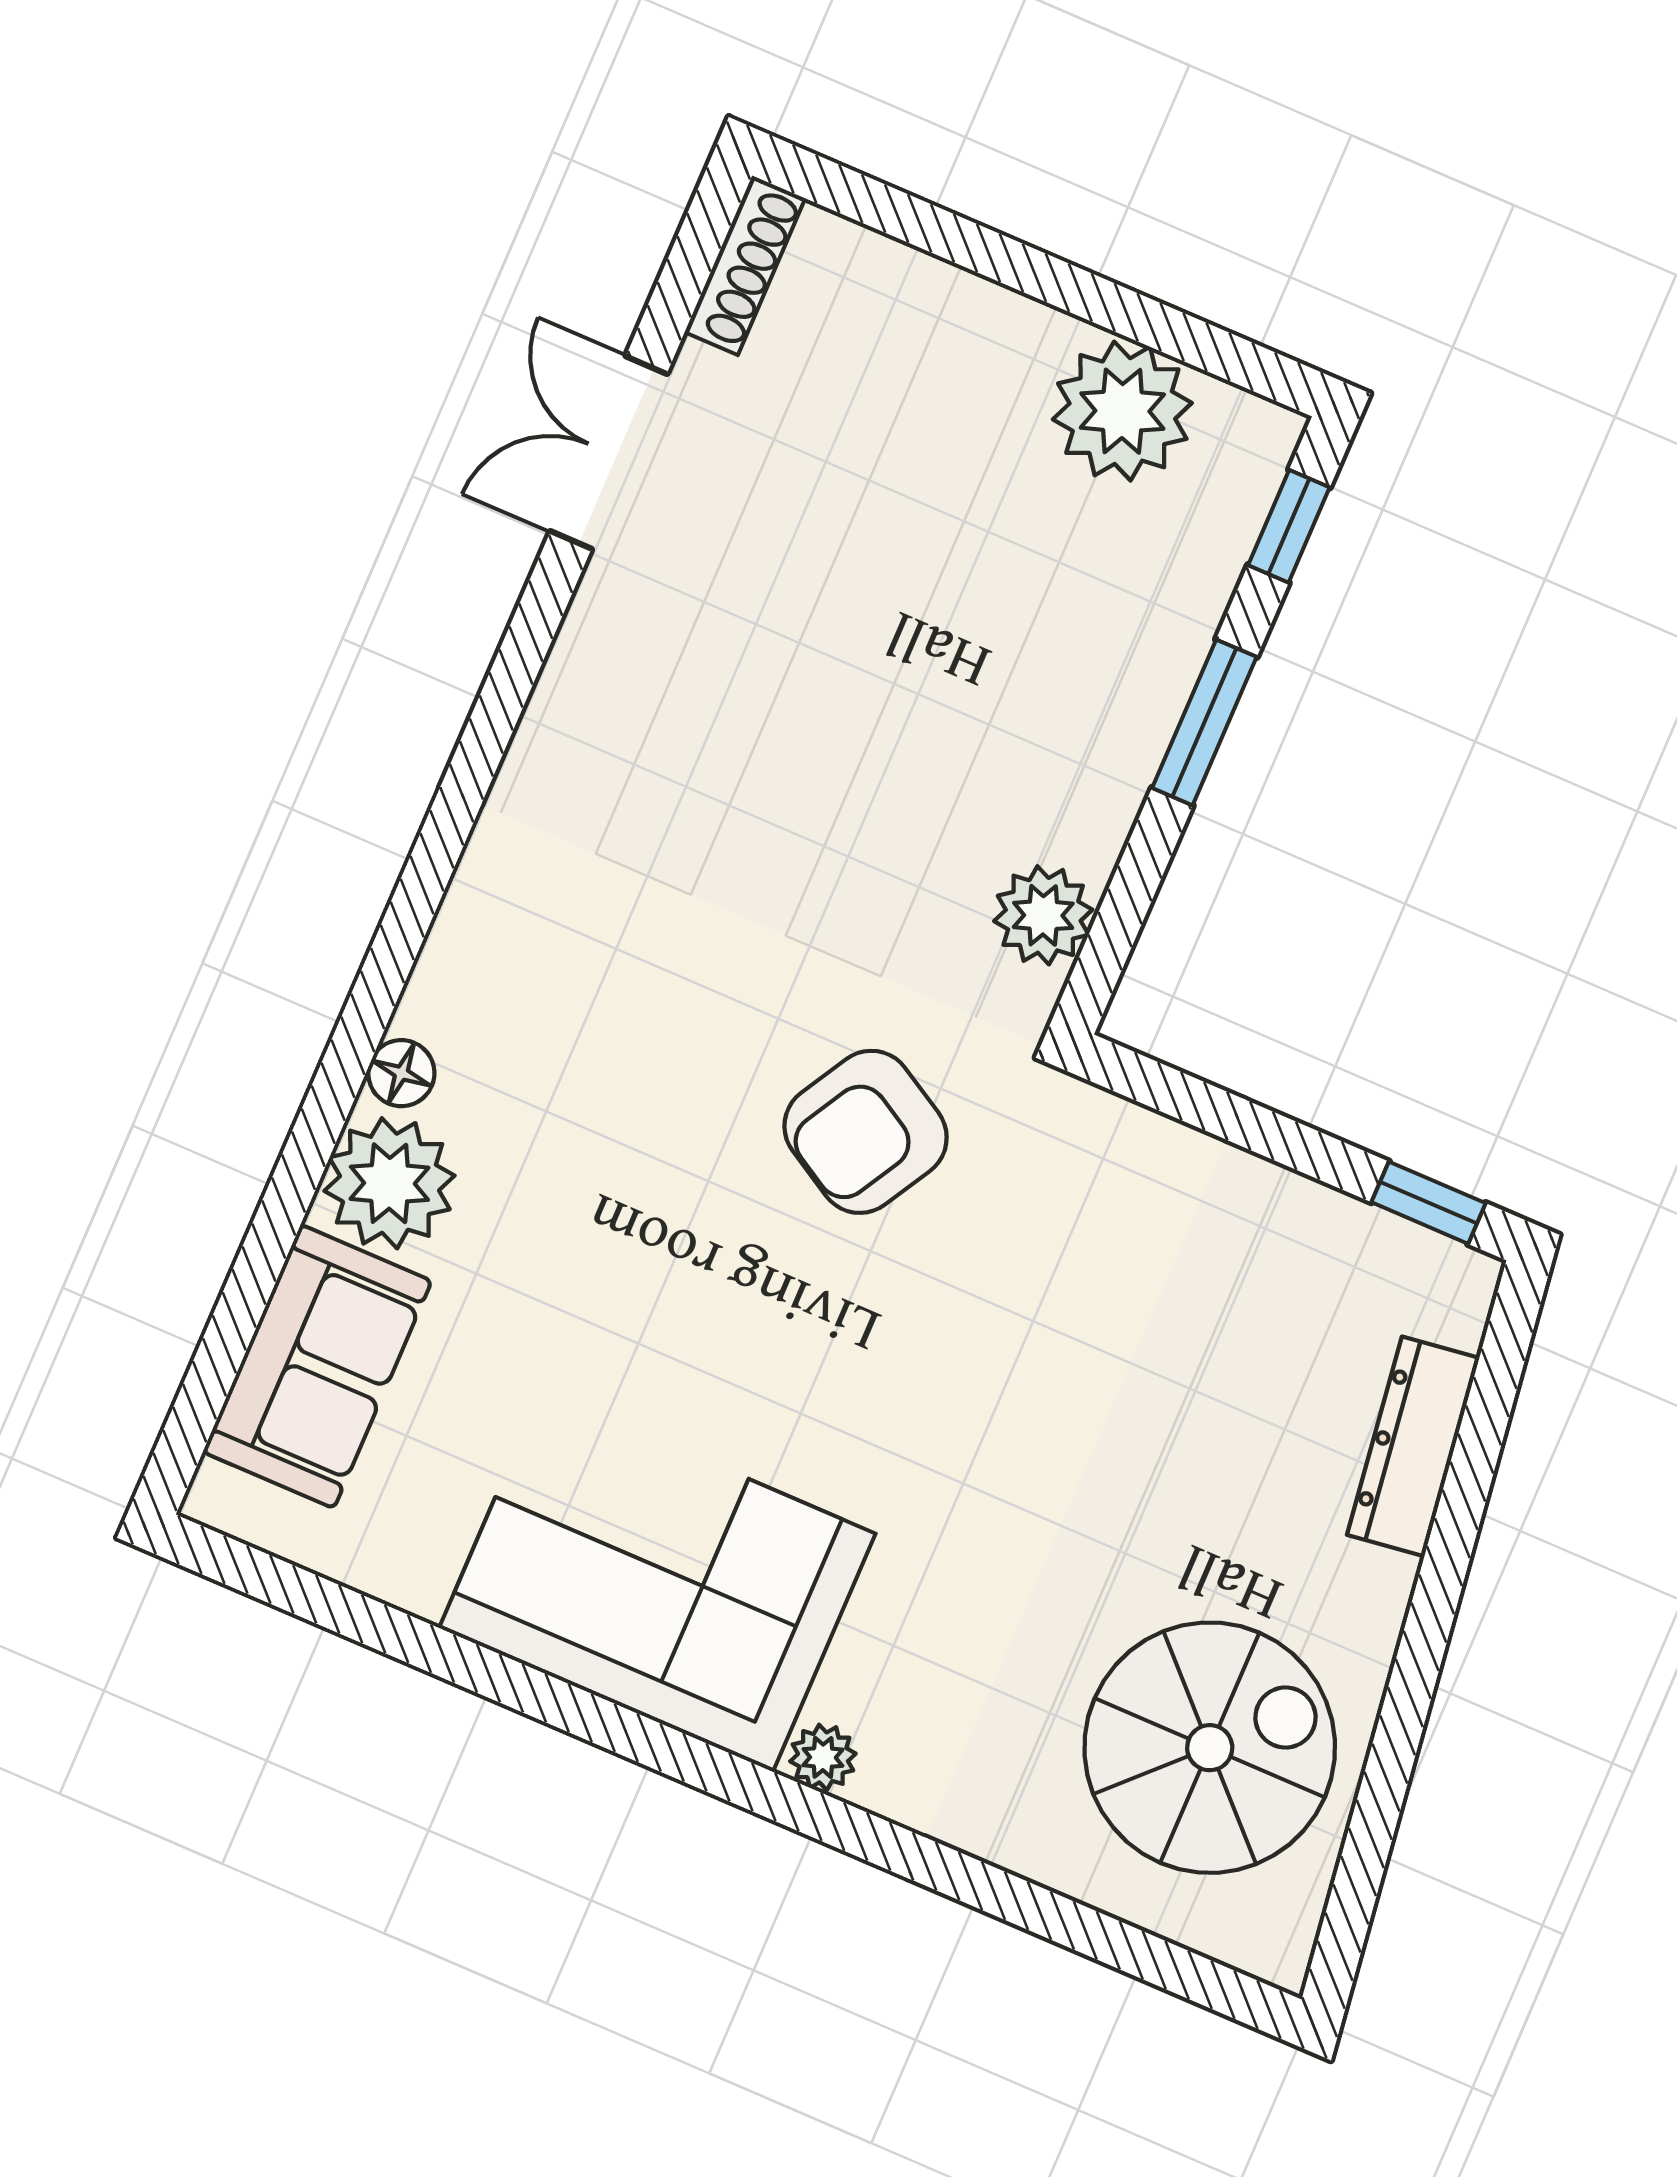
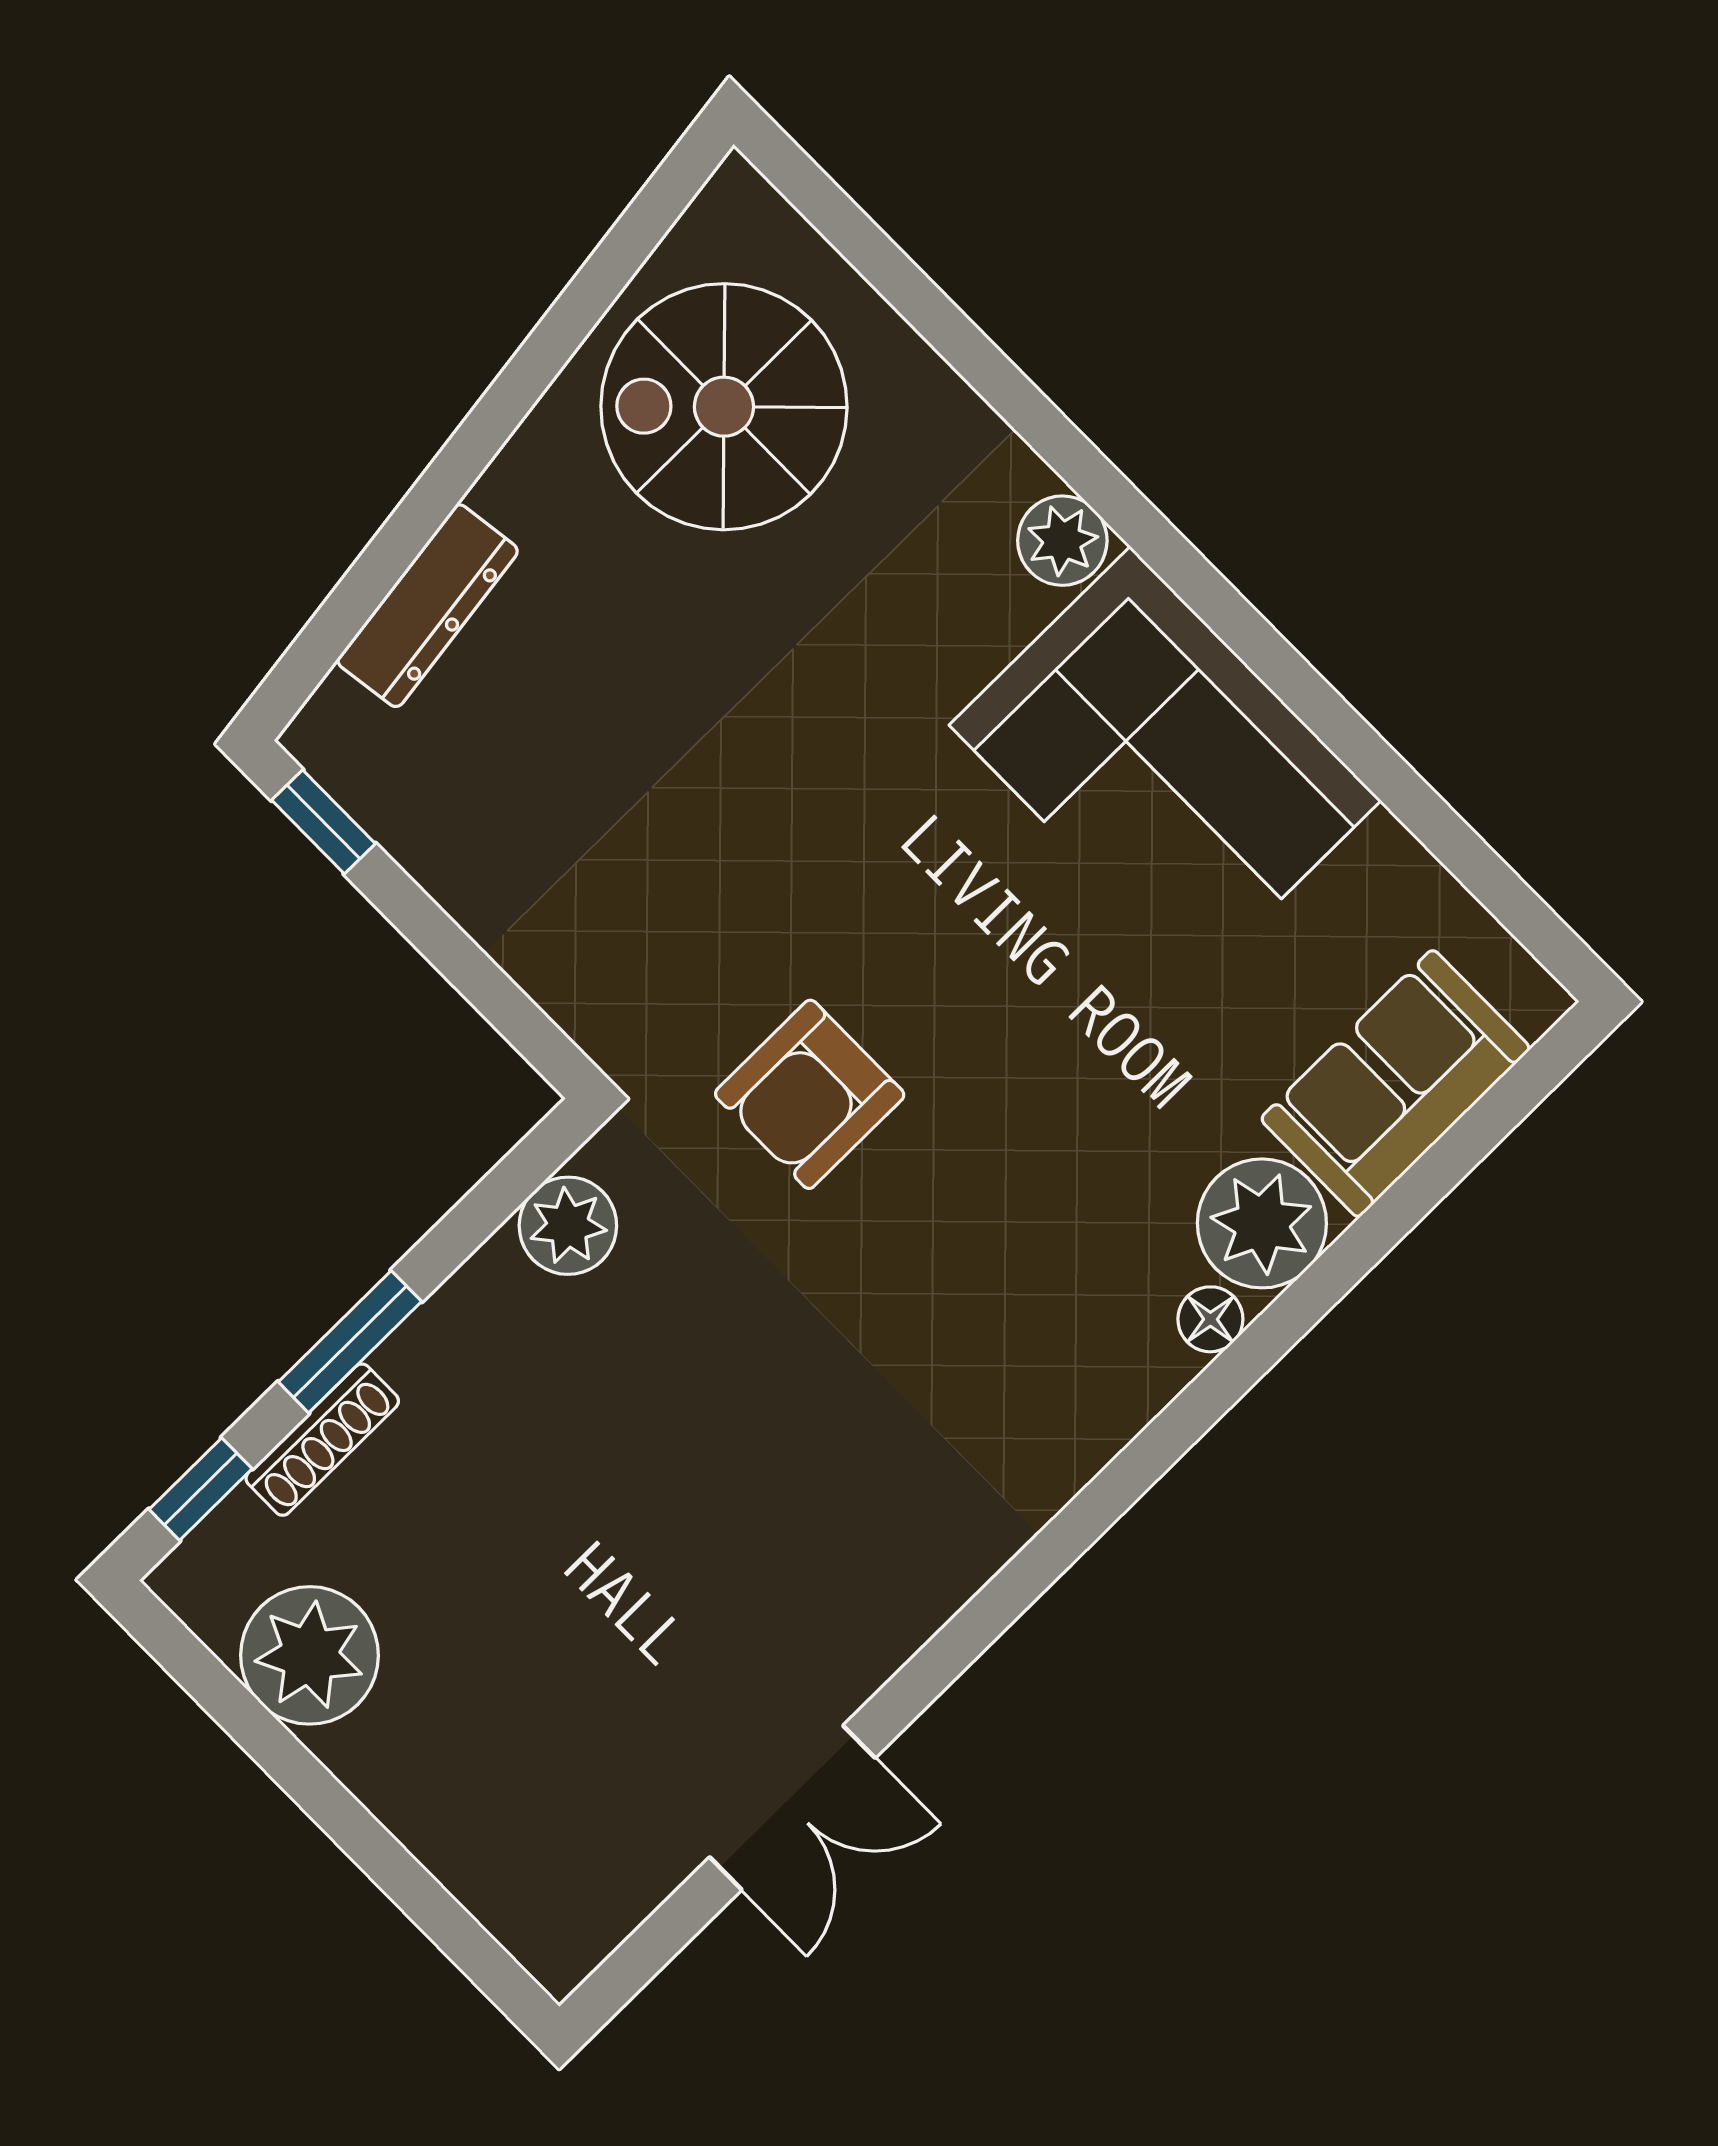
shoe rack: (745, 265) -> (322, 1440), moved, turned 180
armchair: (866, 1132) -> (810, 1094), turned 150
plant: (823, 1757) -> (1062, 541), width x1.38, depth x1.38

